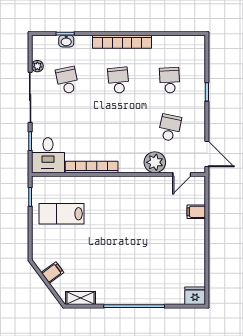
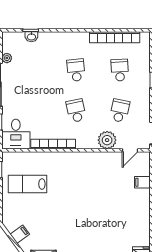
bookcase: (122, 42) -> (115, 37), moved
school desk: (67, 80) -> (76, 111), moved

